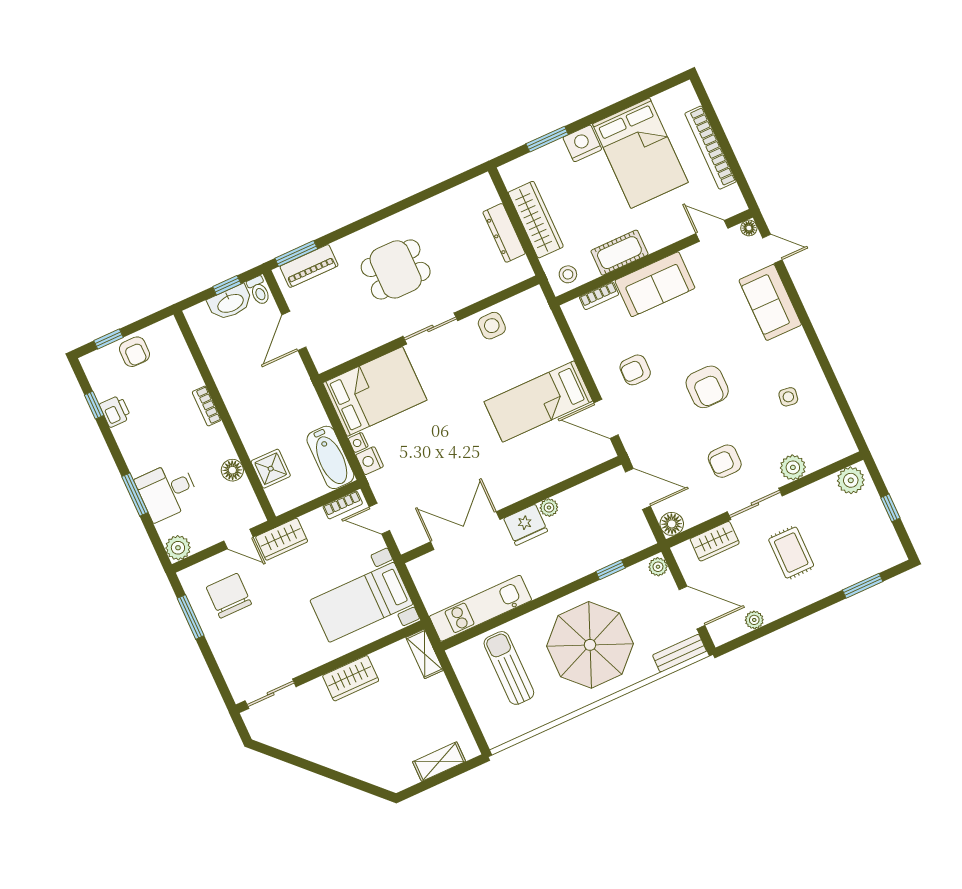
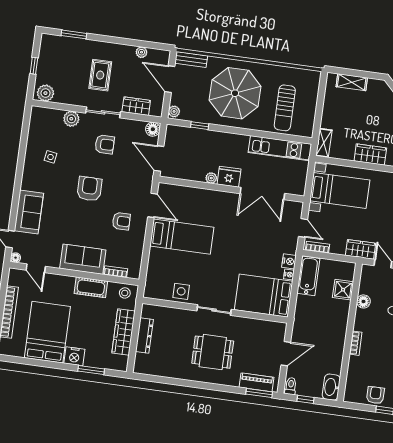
washbasin: (230, 303) -> (331, 387), moved, turned -90

